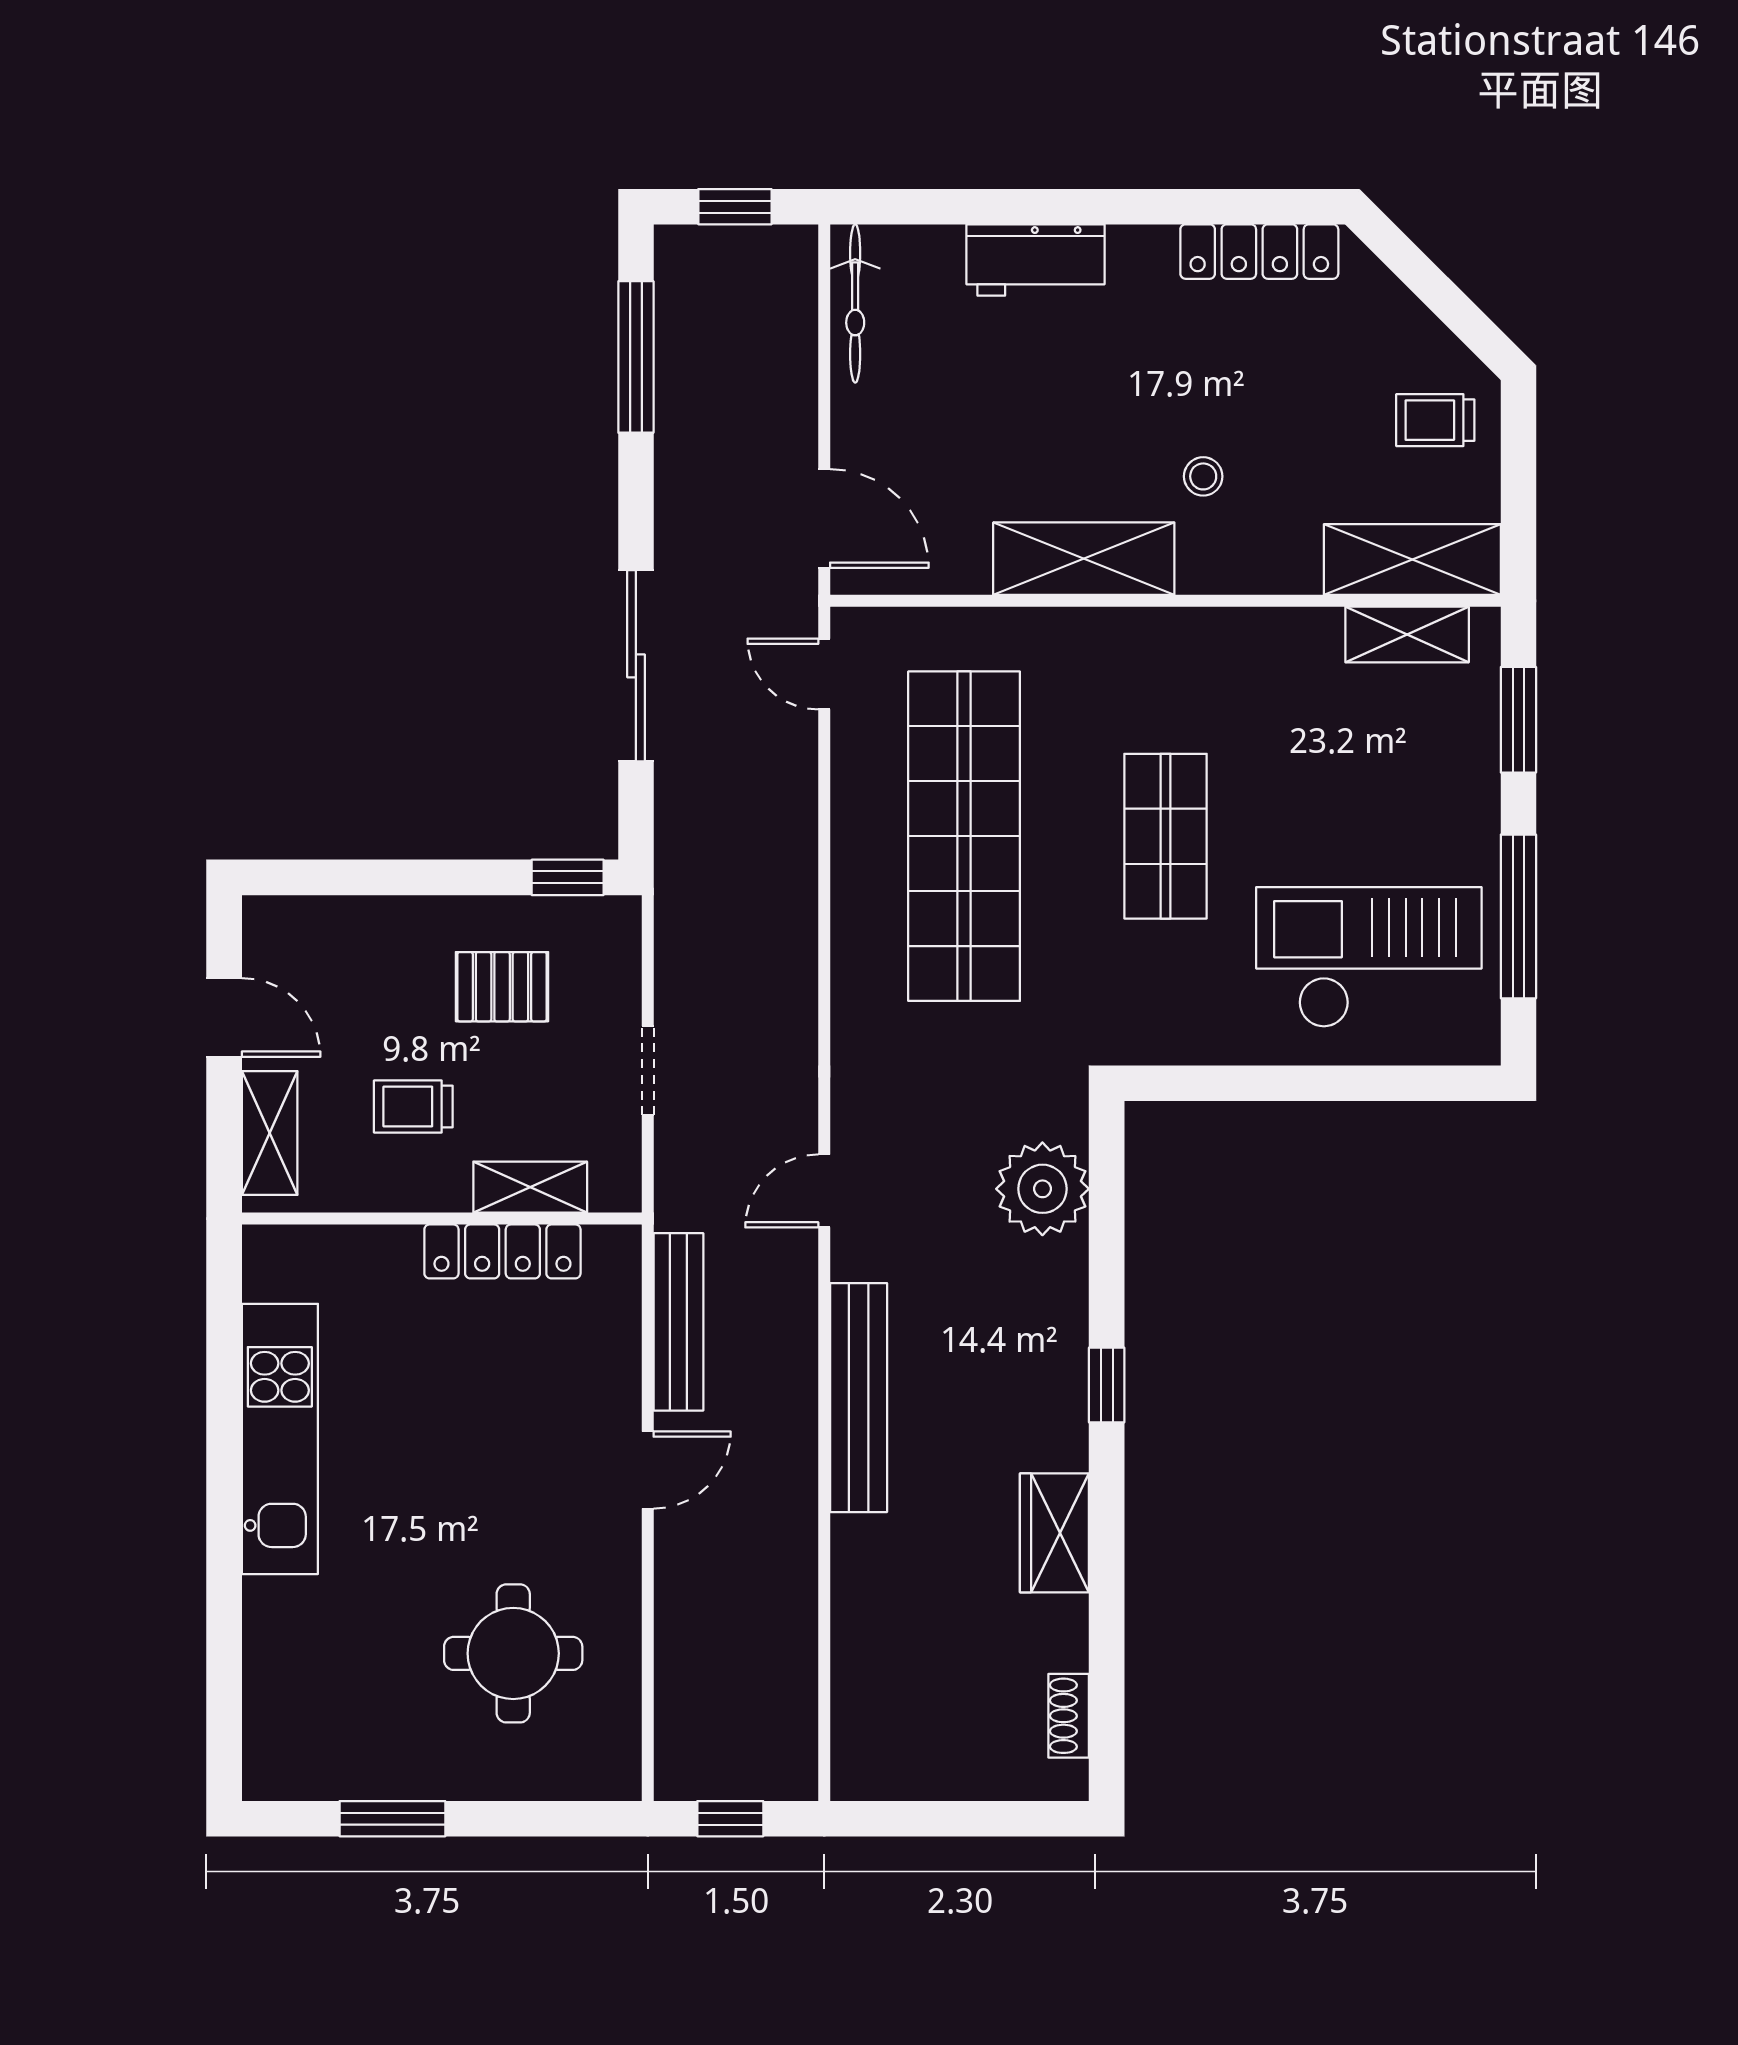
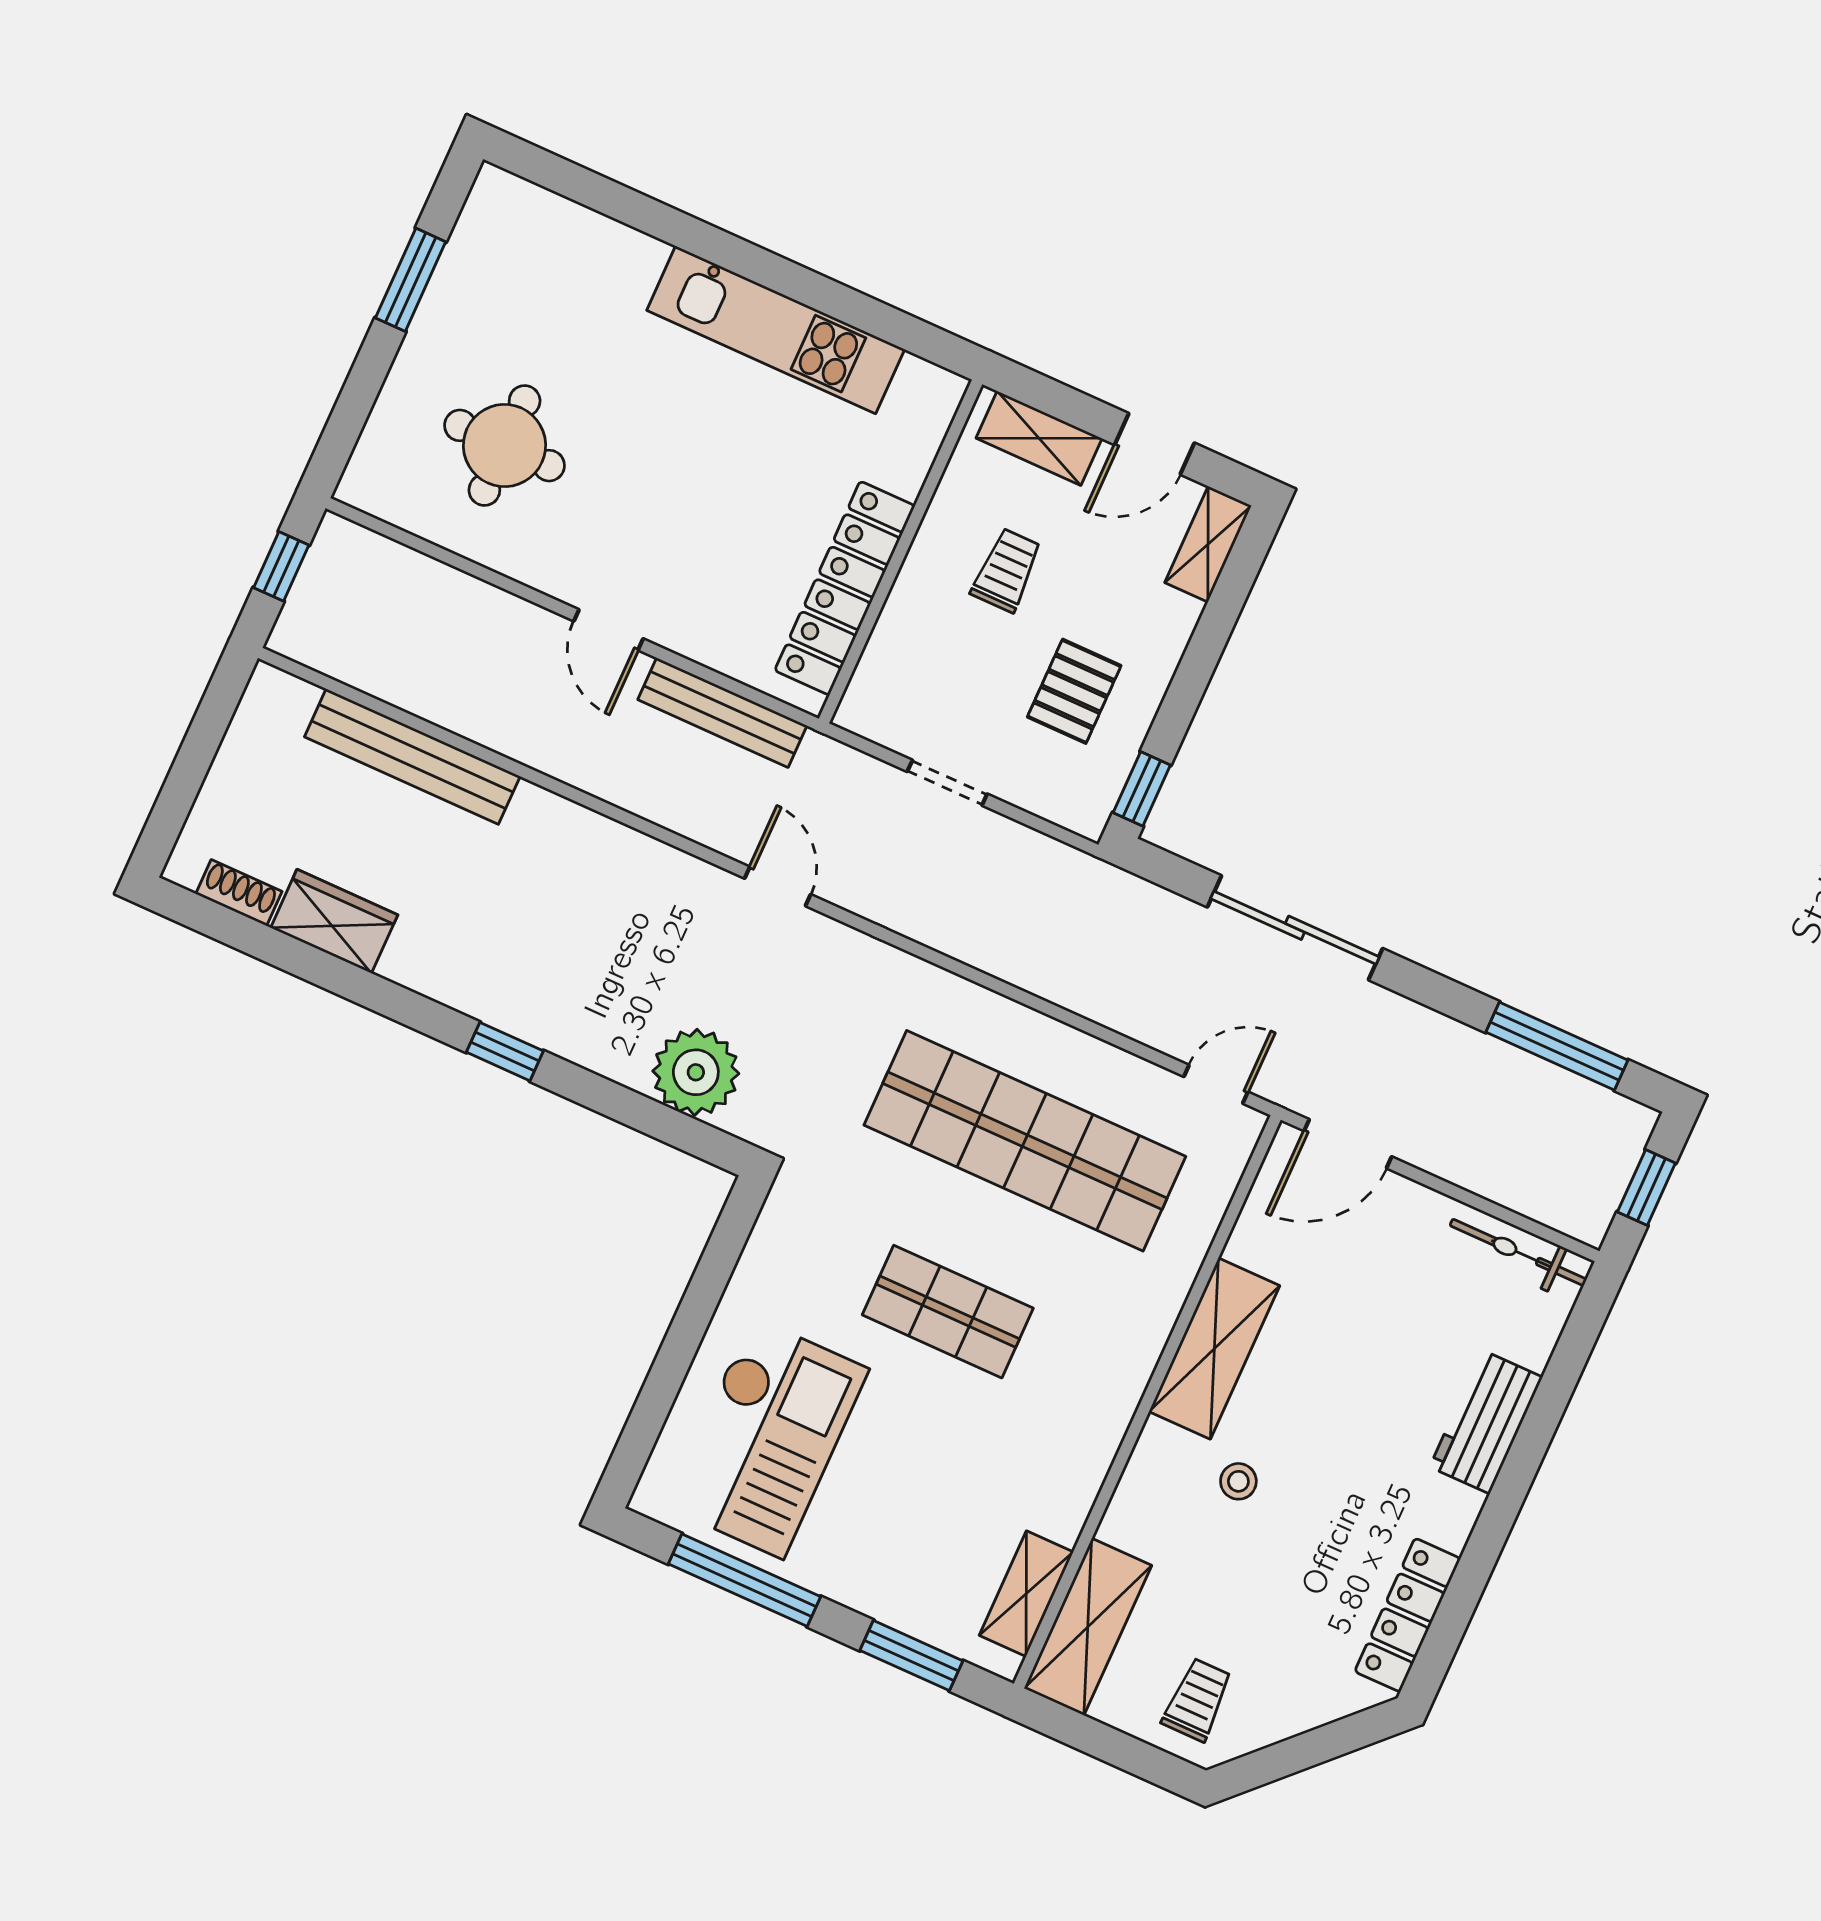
shelving: (530, 1187) -> (1208, 544), moved
locker: (502, 1251) -> (845, 588), width x1.41, depth x1.21
bench: (859, 1398) -> (412, 756), moved
wardrobe: (1054, 1533) -> (334, 921), moved

